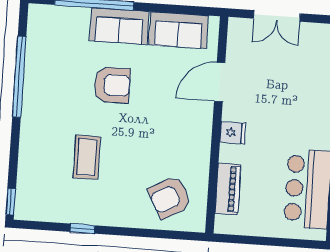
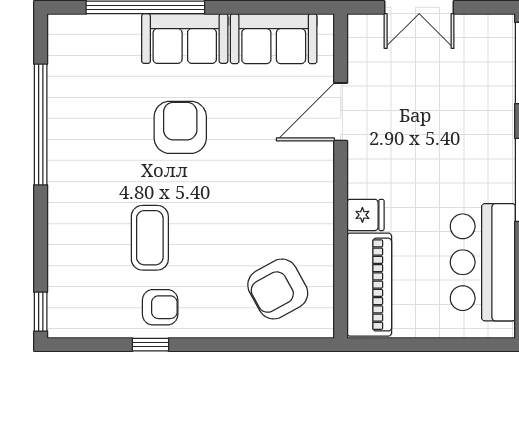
armchair: (112, 85) -> (180, 127), turned -90
fridge: (233, 133) -> (365, 215), moved
piano: (228, 189) -> (369, 285), width x1.37, depth x1.33
armchair: (91, 204) -> (160, 307), added

